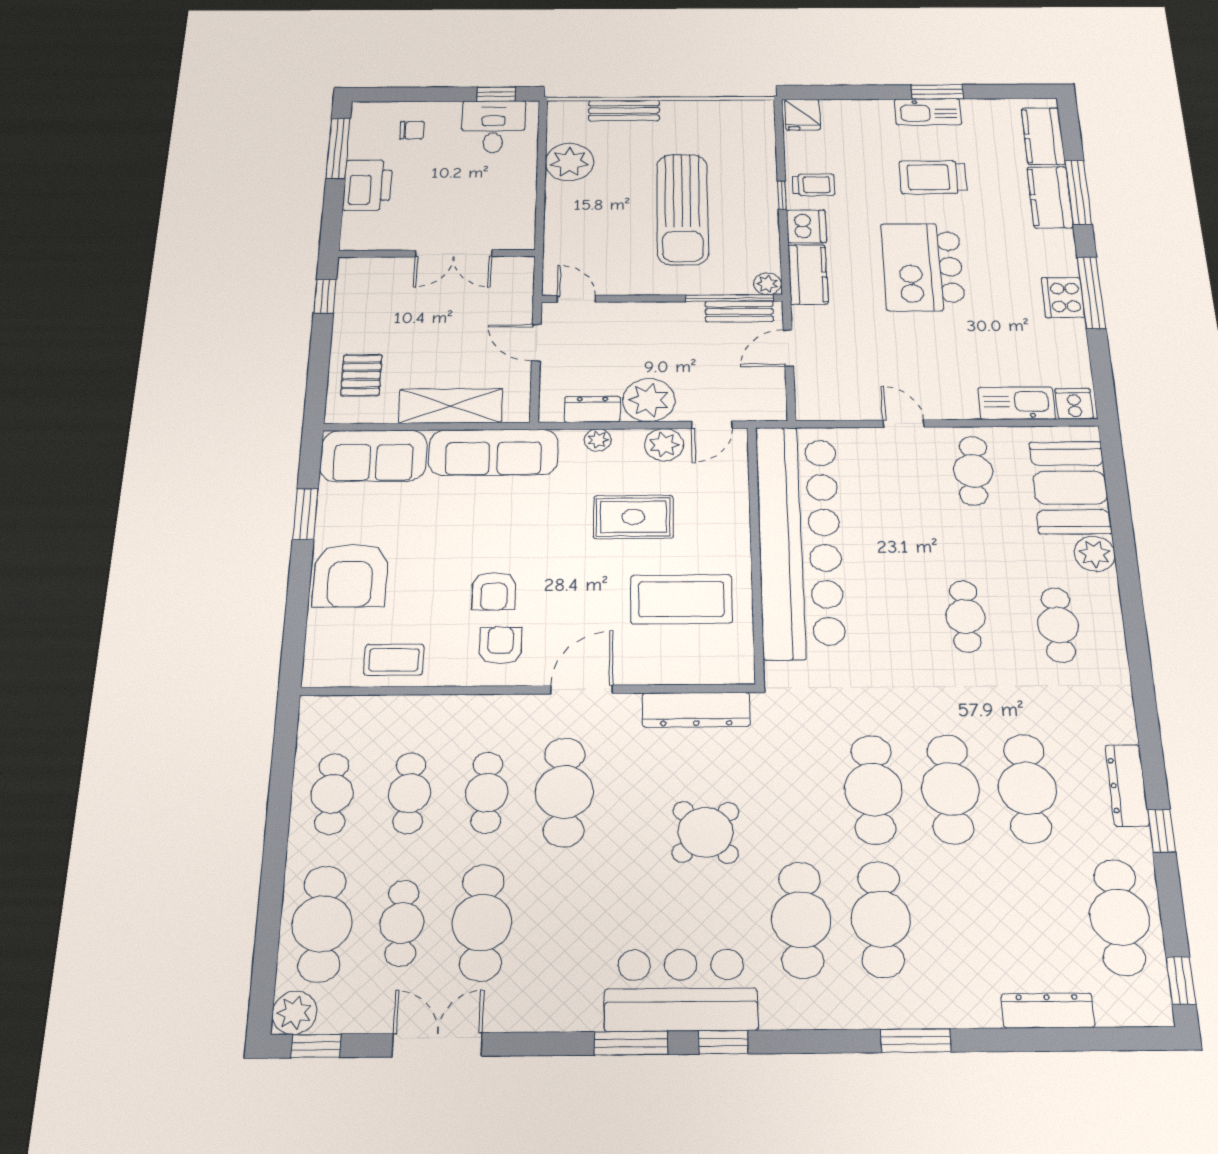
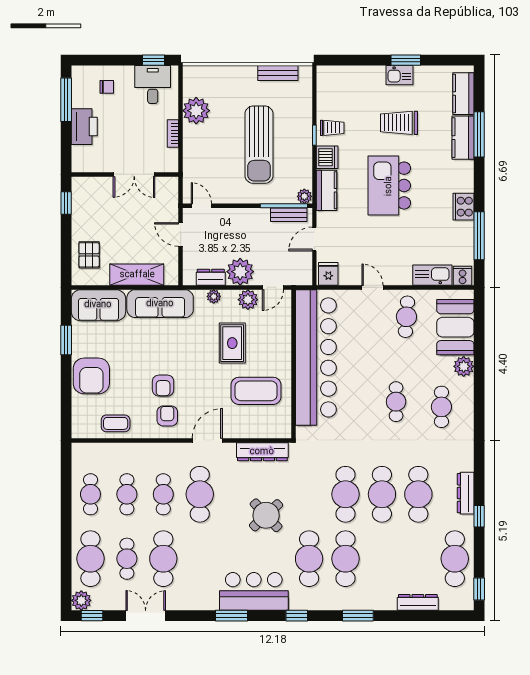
bench: (624, 110) -> (278, 73), moved
kitchen sink: (928, 112) -> (399, 75), width x0.73
fridge: (802, 115) -> (328, 274), moved, turned 180
bookcase: (527, 194) -> (173, 133), added
window: (1091, 293) -> (479, 236), moved
rug: (633, 517) -> (232, 343), turned 90
window: (723, 1042) -> (297, 616), moved

